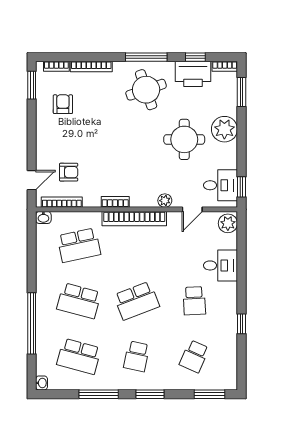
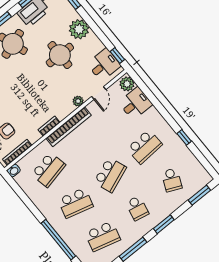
desk: (220, 265) -> (135, 103), moved
school desk: (194, 301) -> (145, 147), width x1.85

